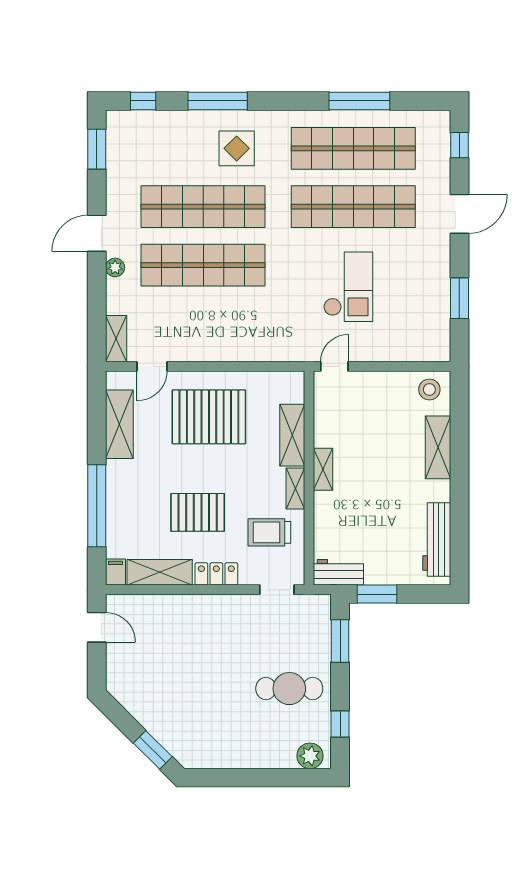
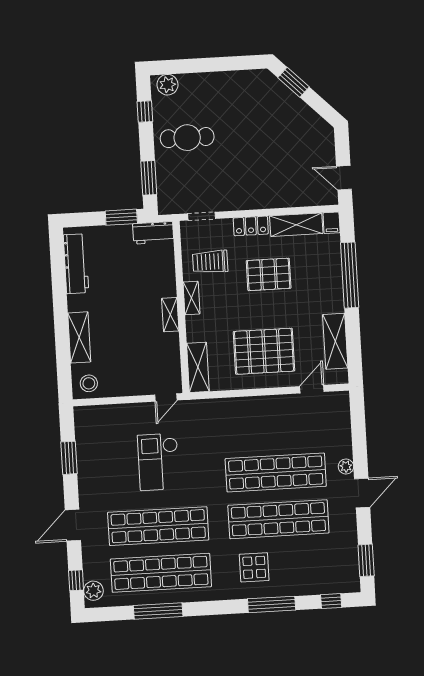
plant: (439, 131) -> (93, 591), added
shelving: (116, 339) -> (342, 410), removed
shelving: (292, 435) -> (198, 367), moved
trolley: (269, 532) -> (210, 262), turned 180

